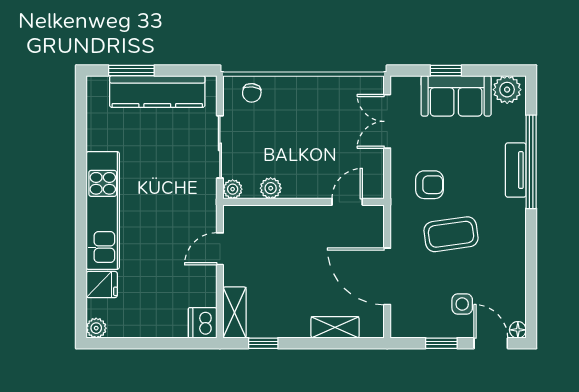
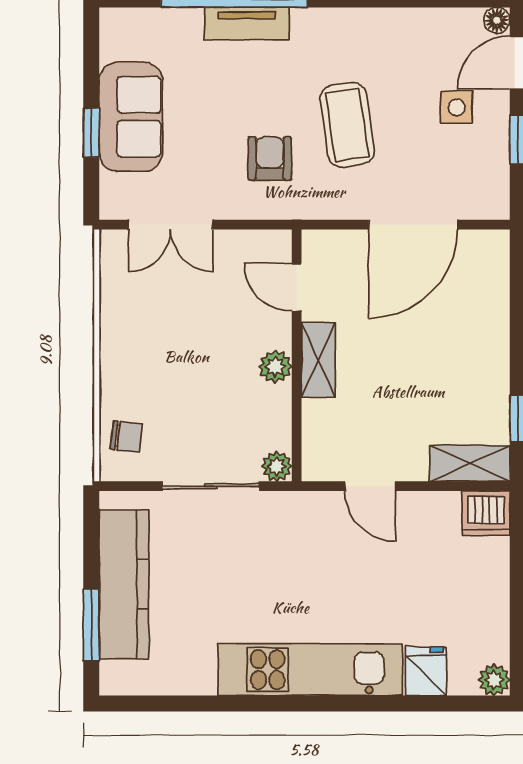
plant: (507, 90) -> (121, 37), removed
plant: (271, 188) -> (275, 367), moved
shelving: (335, 327) -> (318, 360), moved

